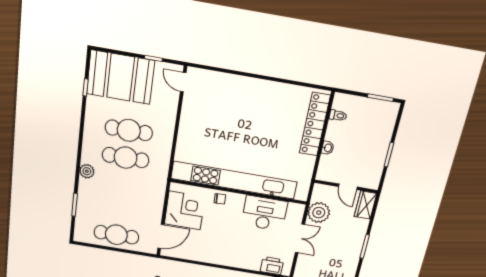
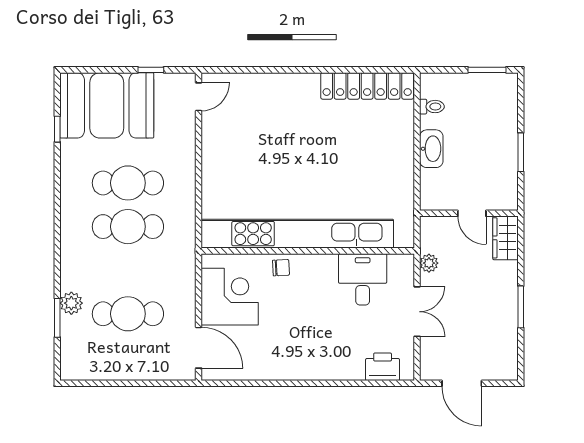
door: (183, 82) -> (199, 97), swing flipped
locker: (315, 124) -> (367, 86), moved, turned -90
washbasin: (328, 148) -> (431, 149), width x1.91, depth x1.45
plant: (87, 171) -> (71, 303), moved
desk: (264, 213) -> (363, 279), width x0.73
plant: (319, 213) -> (429, 263), width x0.53, depth x0.53
cafe table: (116, 235) -> (128, 314), moved
door: (161, 236) -> (199, 348), hinge flipped

